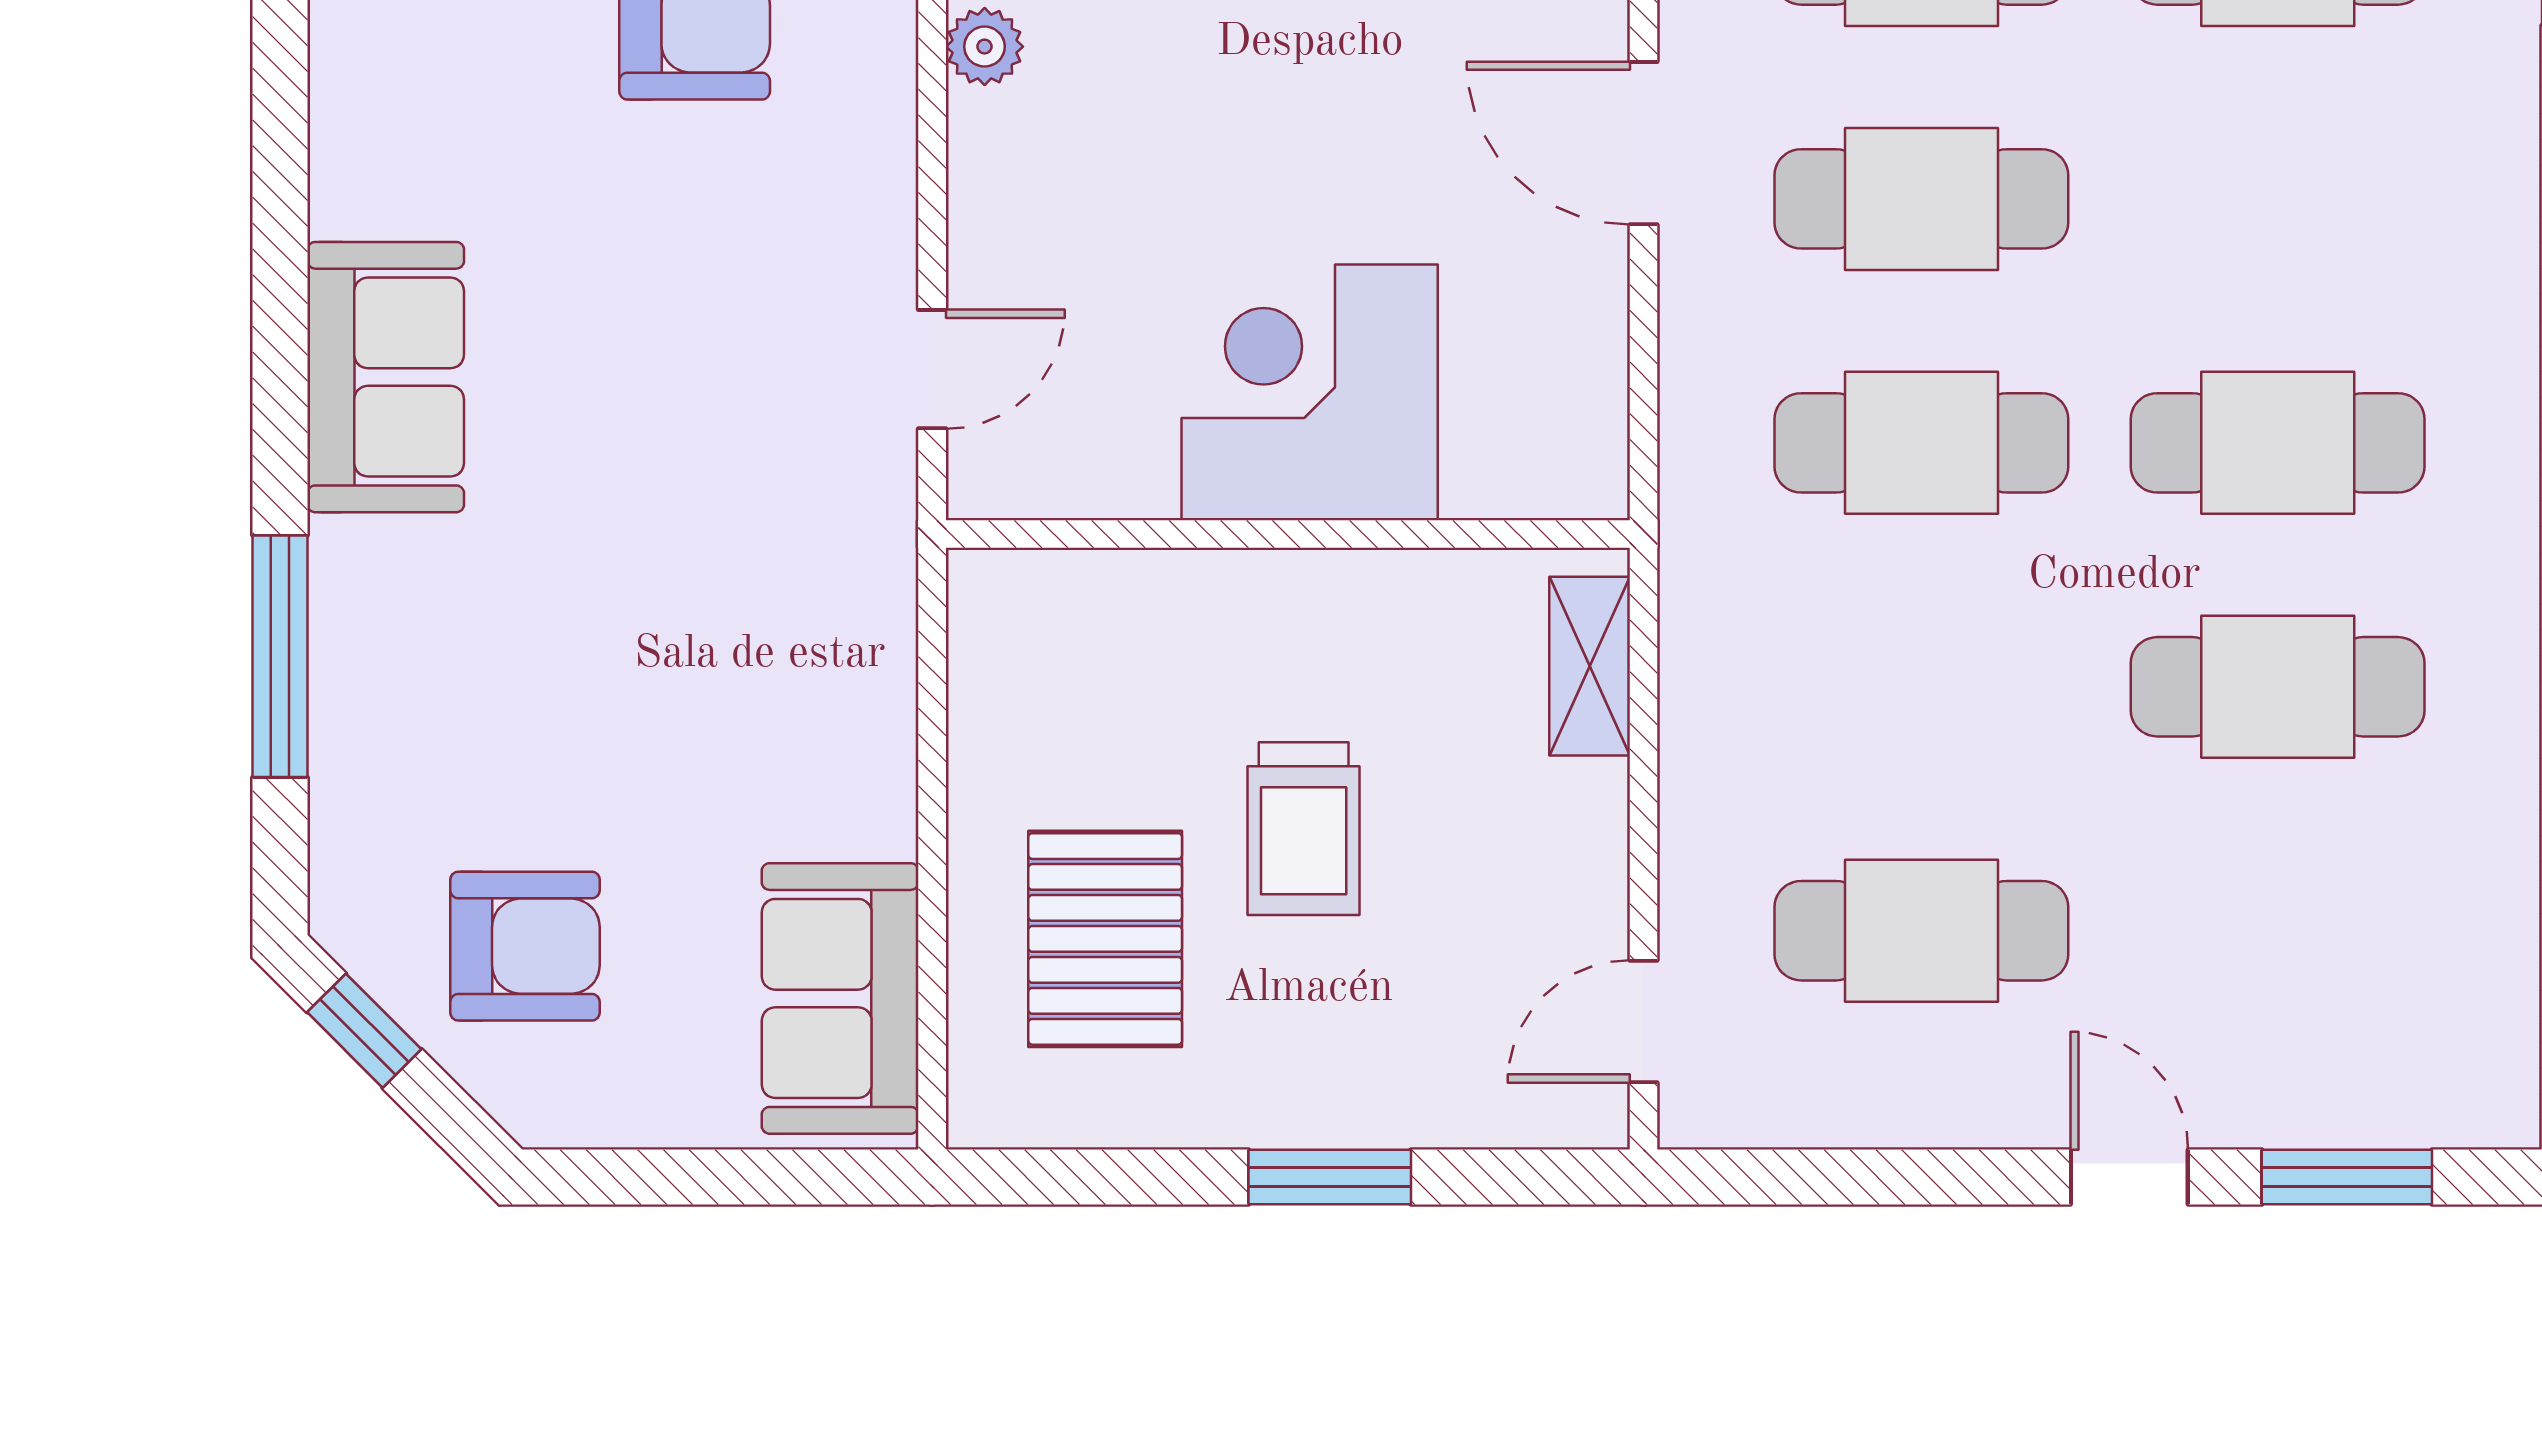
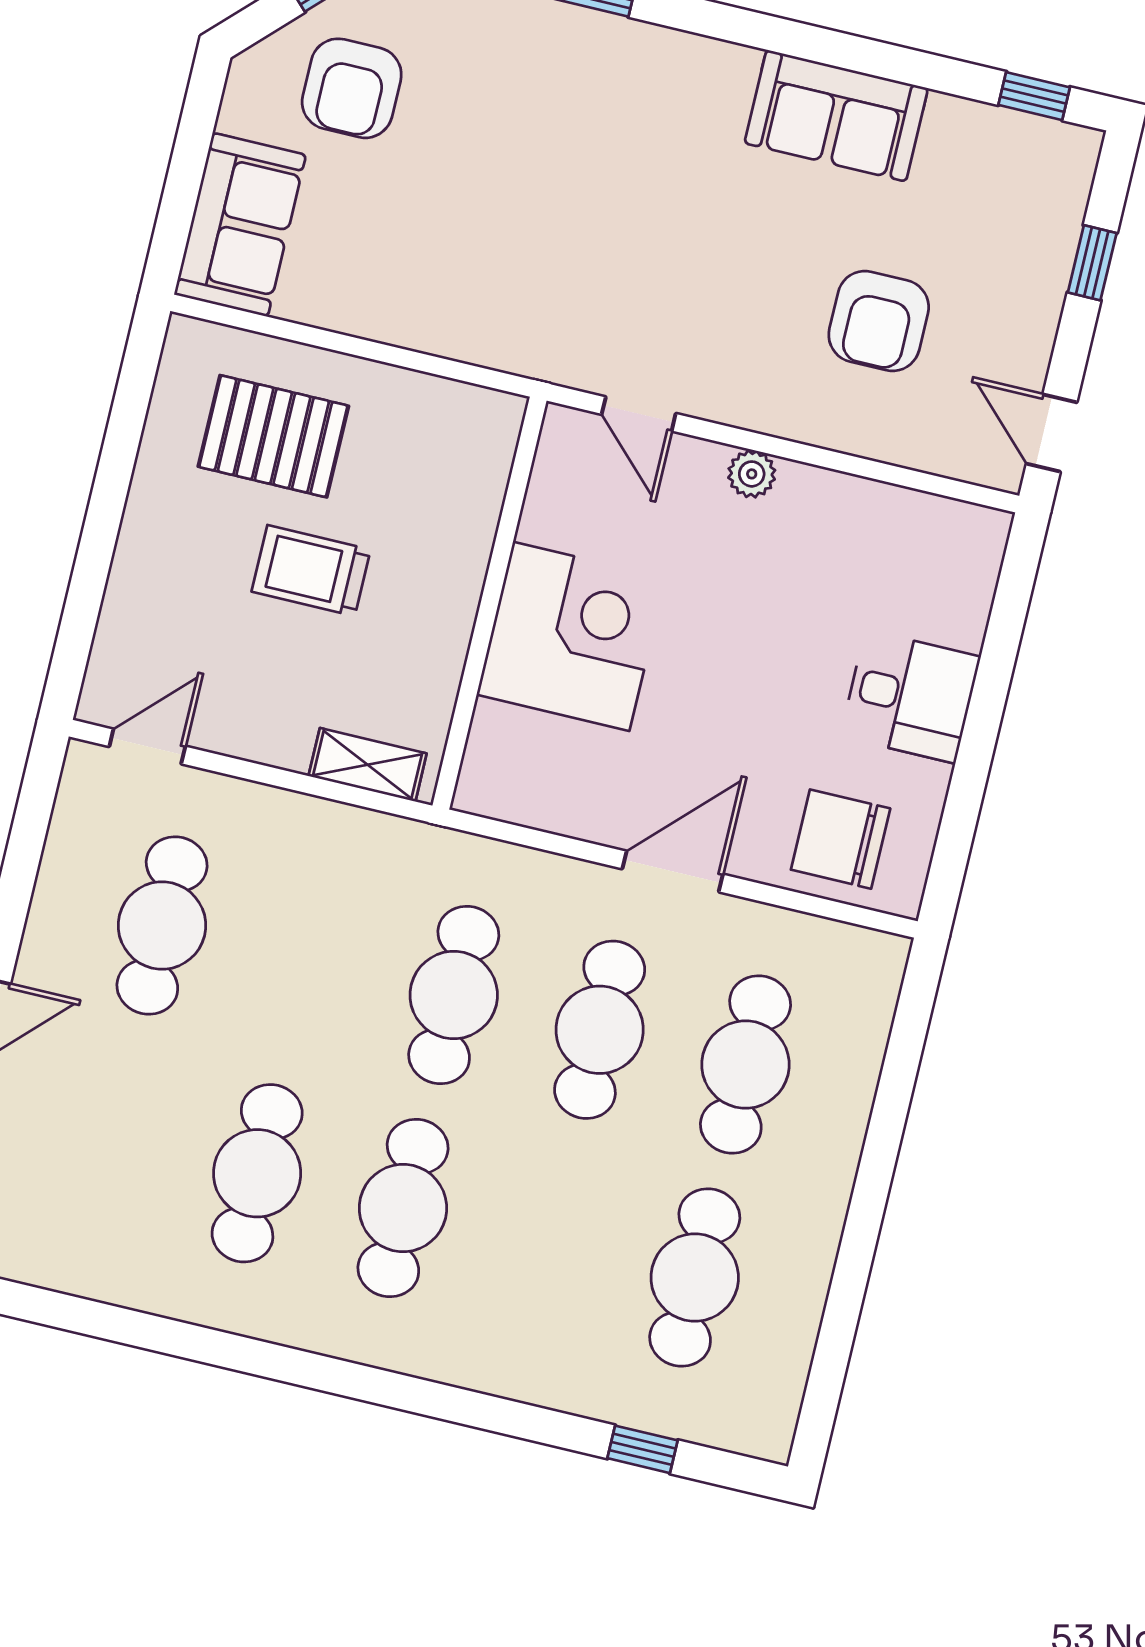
plant: (985, 47) -> (752, 474), moved
sofa: (386, 377) -> (836, 116), moved
sofa: (840, 998) -> (240, 225), moved, turned 90
door: (1644, 1022) -> (147, 746), hinge flipped
window: (1330, 1177) -> (99, 537), removed

